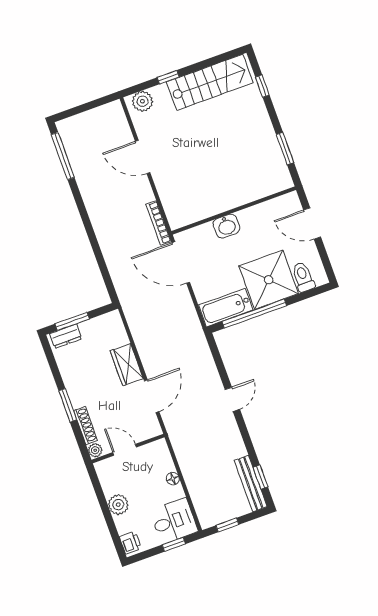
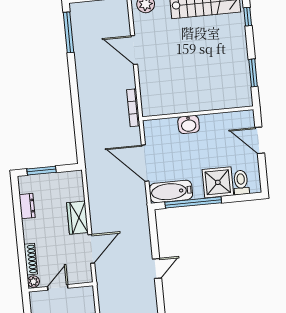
door: (181, 262) -> (145, 163), moved
shower: (269, 280) -> (218, 182), width x0.73, depth x0.73
dresser: (66, 336) -> (27, 206), moved, turned -90
window: (68, 405) -> (20, 239), removed
door: (125, 450) -> (58, 287), hinge flipped

